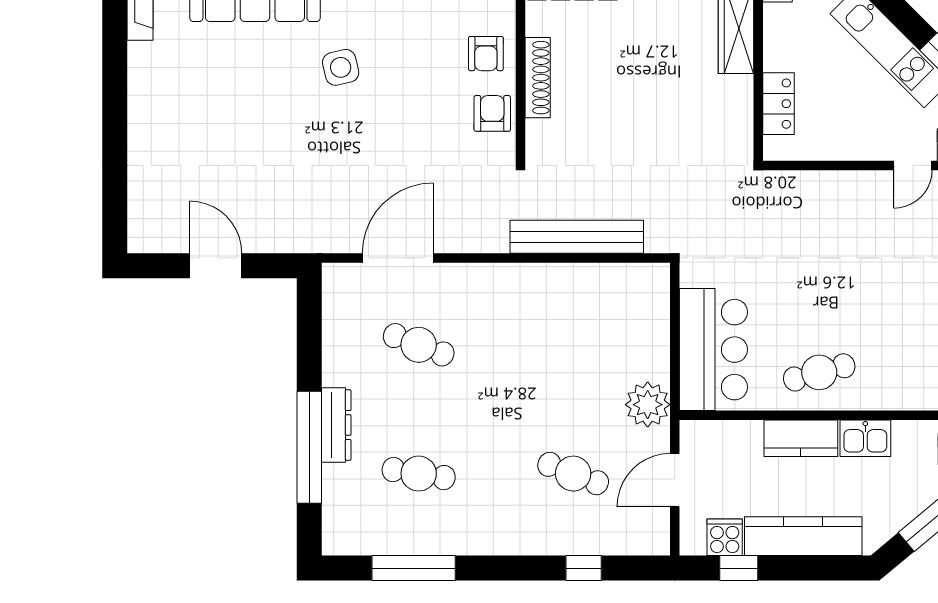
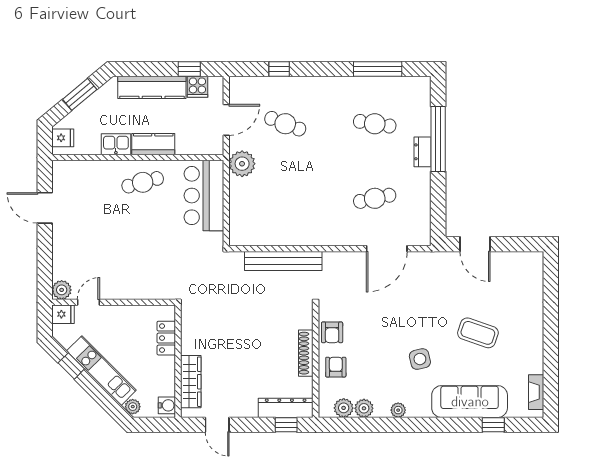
coffee table: (241, 112) -> (478, 333), added
door: (216, 266) -> (475, 244), moved
cafe table: (419, 345) -> (375, 198), turned -33
dresser: (336, 425) -> (423, 152), width x0.70

